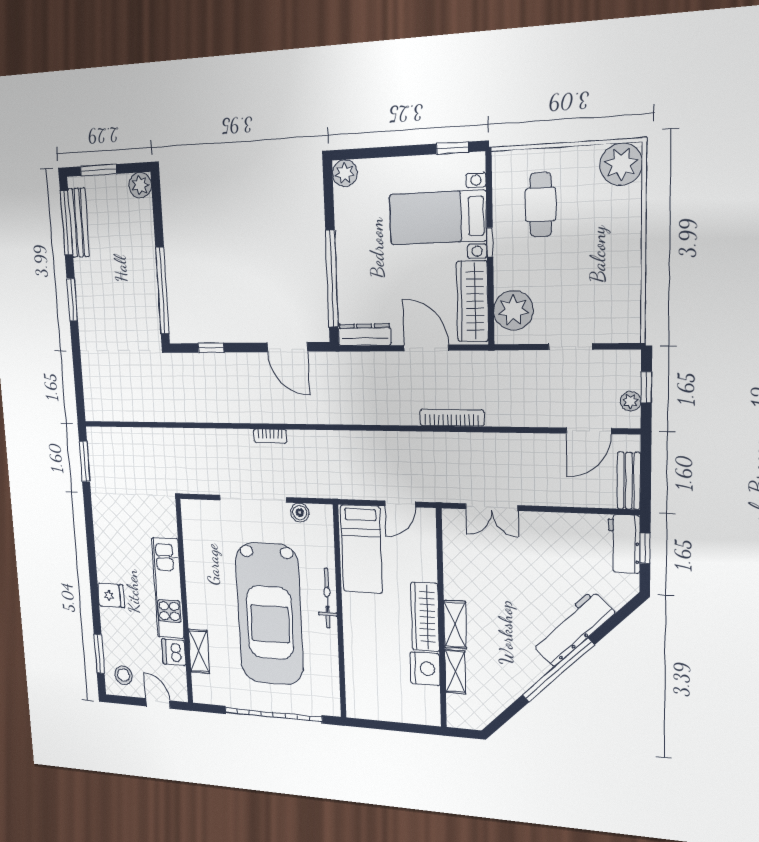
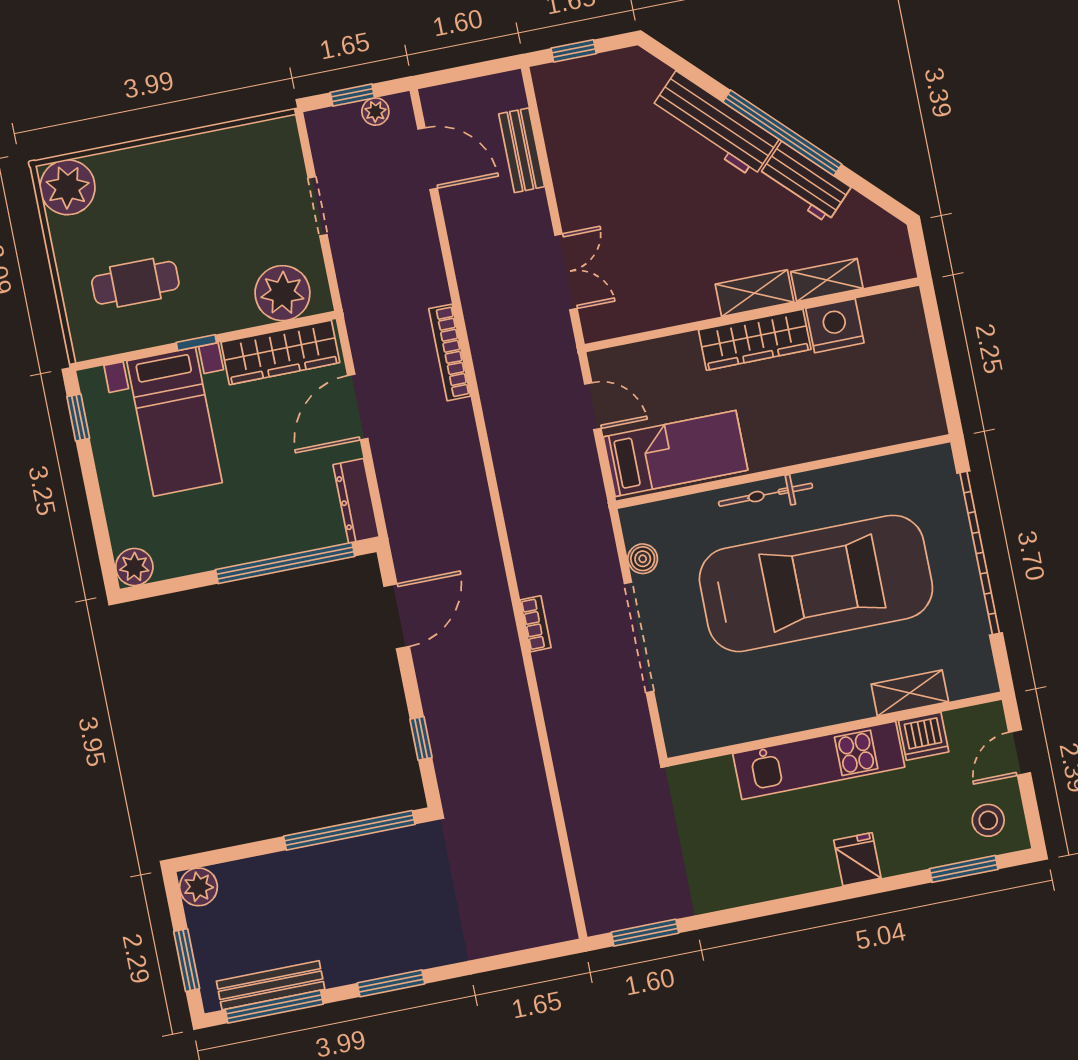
bench: (629, 481) -> (522, 150), moved, turned 90
workbench: (624, 544) -> (804, 182), moved, turned 45

